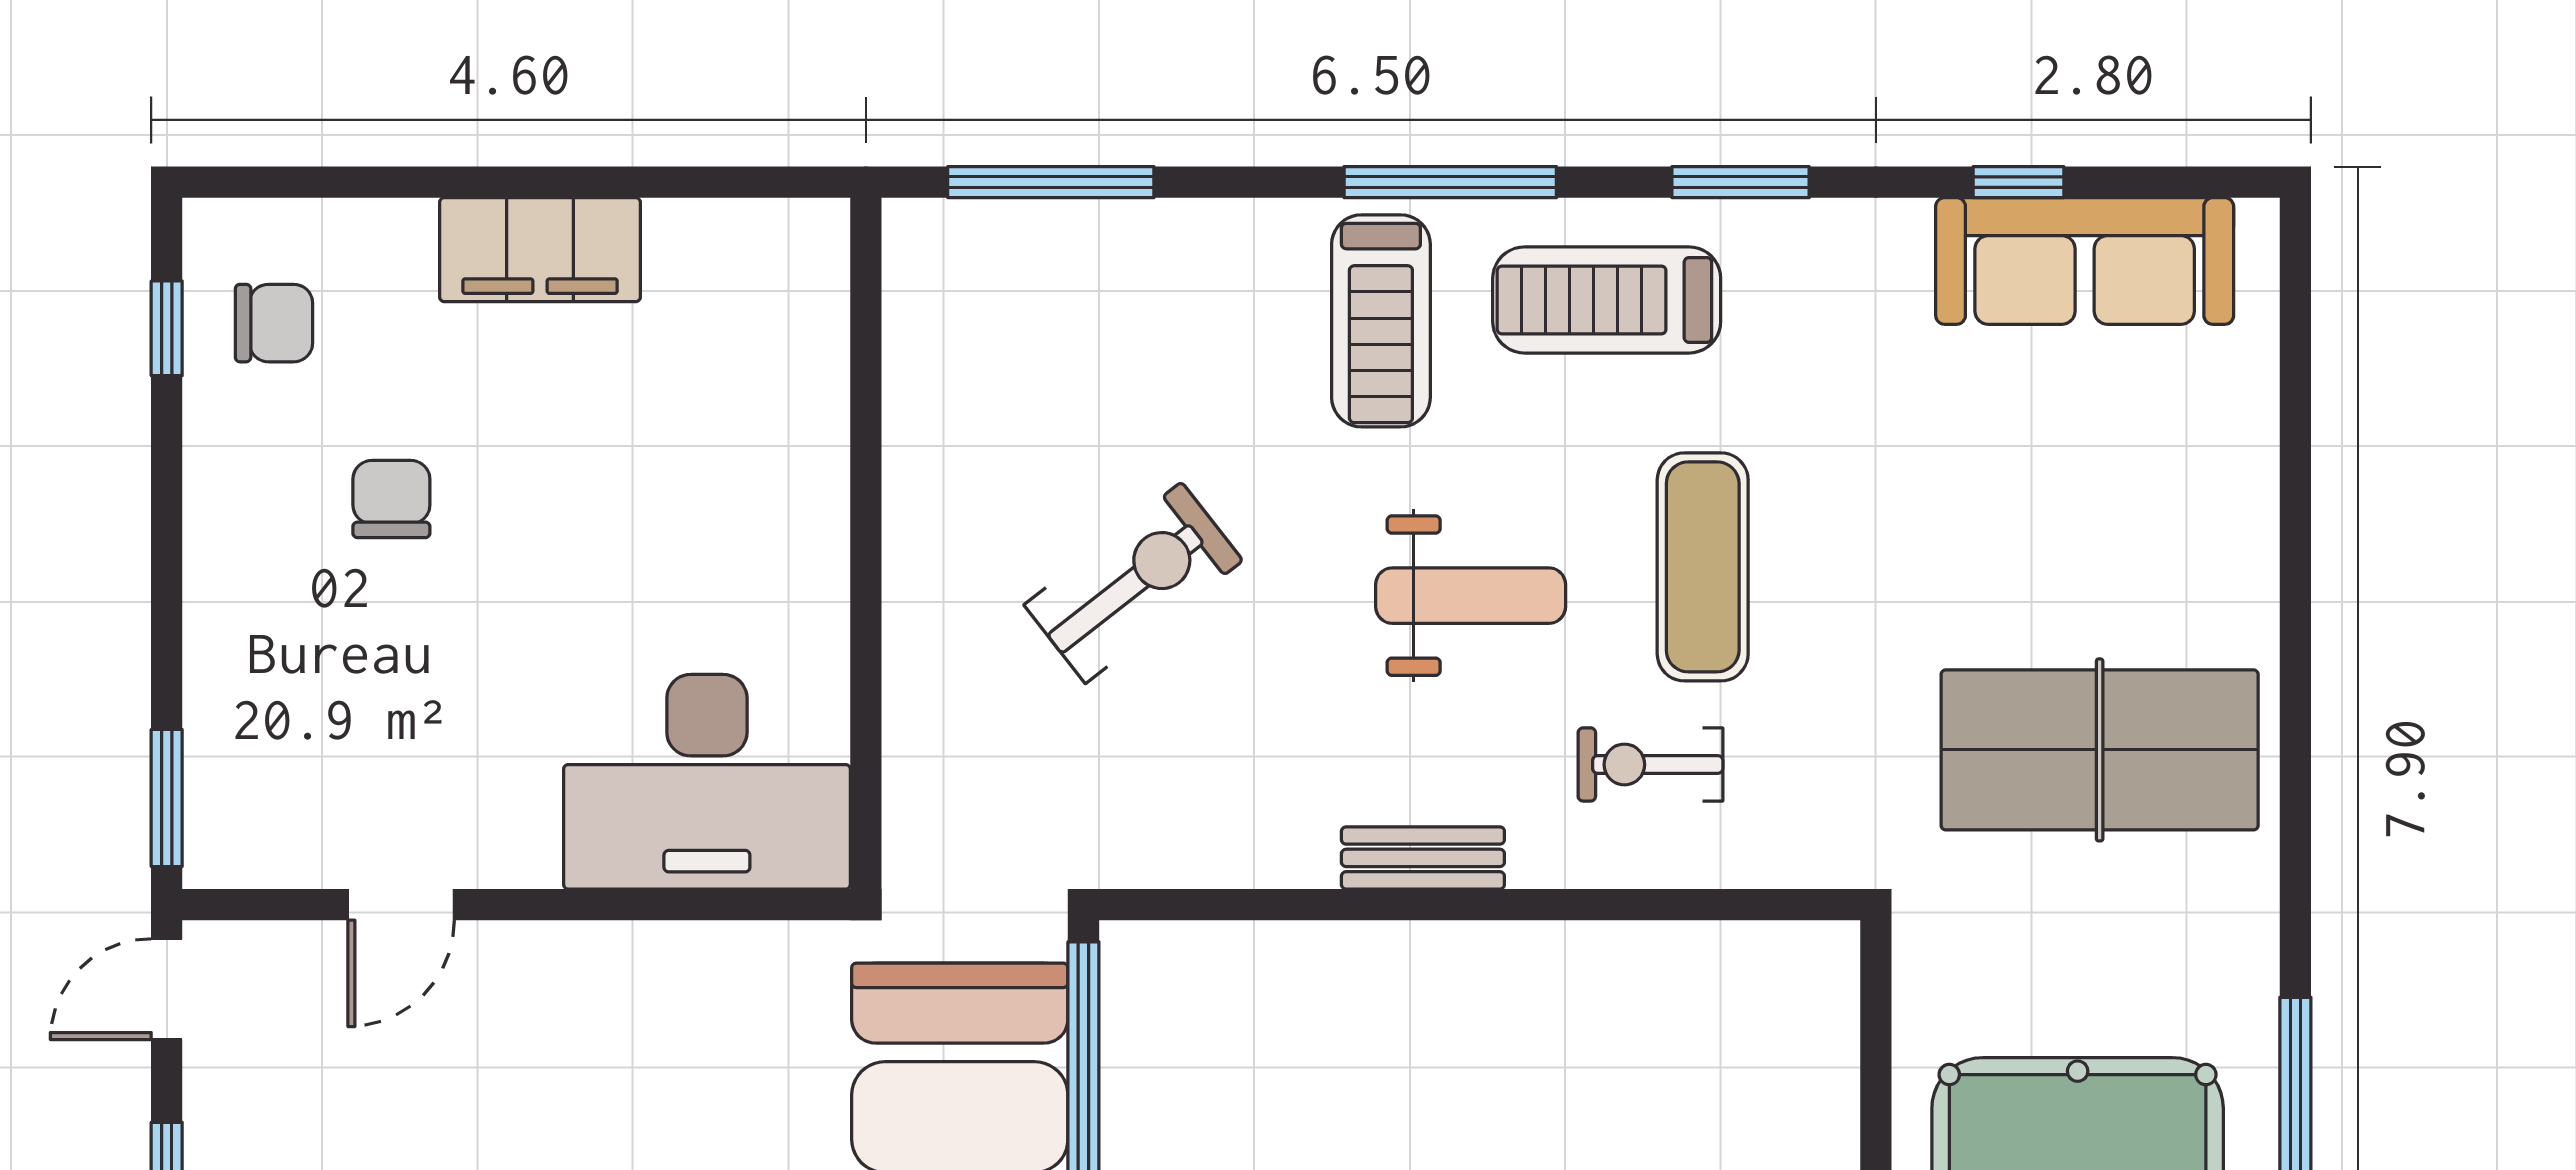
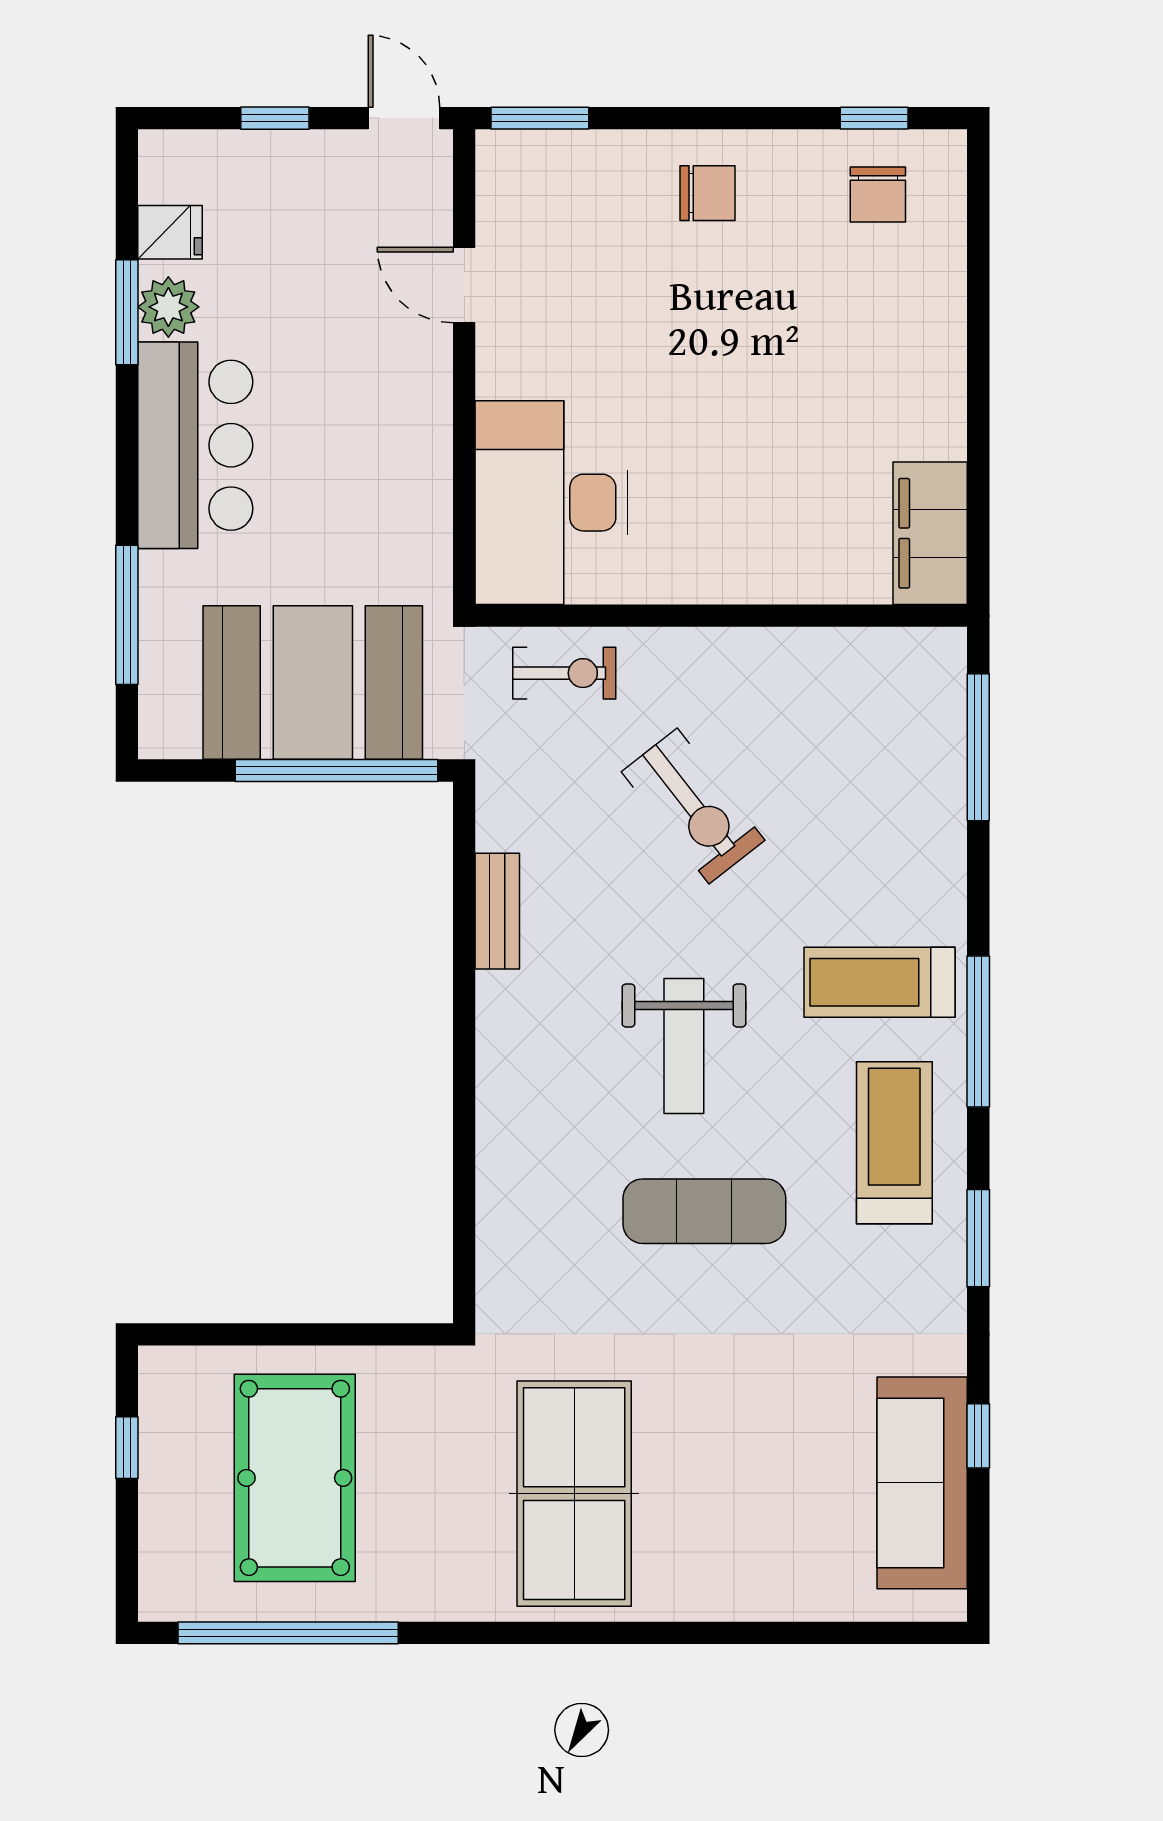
filing cabinet: (540, 250) -> (930, 533), moved
chair: (391, 499) -> (708, 193), moved
exercise bike: (1650, 764) -> (564, 673), moved, turned 90
bench: (1423, 858) -> (497, 911), moved

